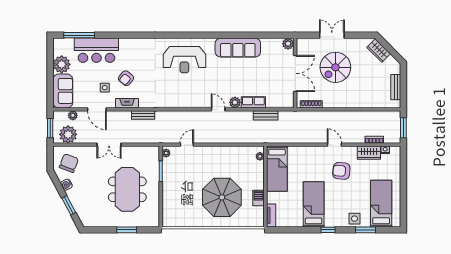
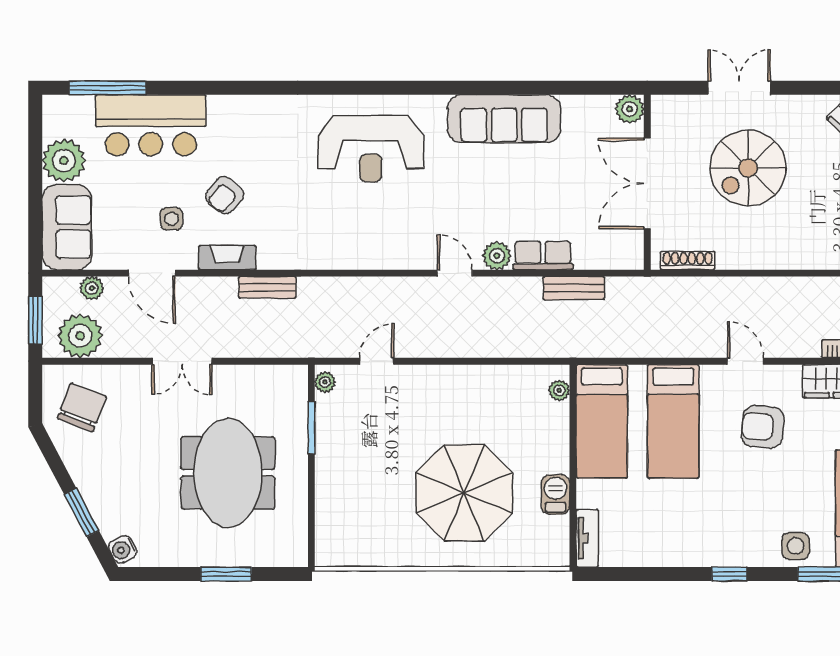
double door: (295, 73) -> (647, 183), swing flipped
water cooler: (67, 185) -> (123, 549), moved
bed: (314, 204) -> (673, 421), moved, turned 180

